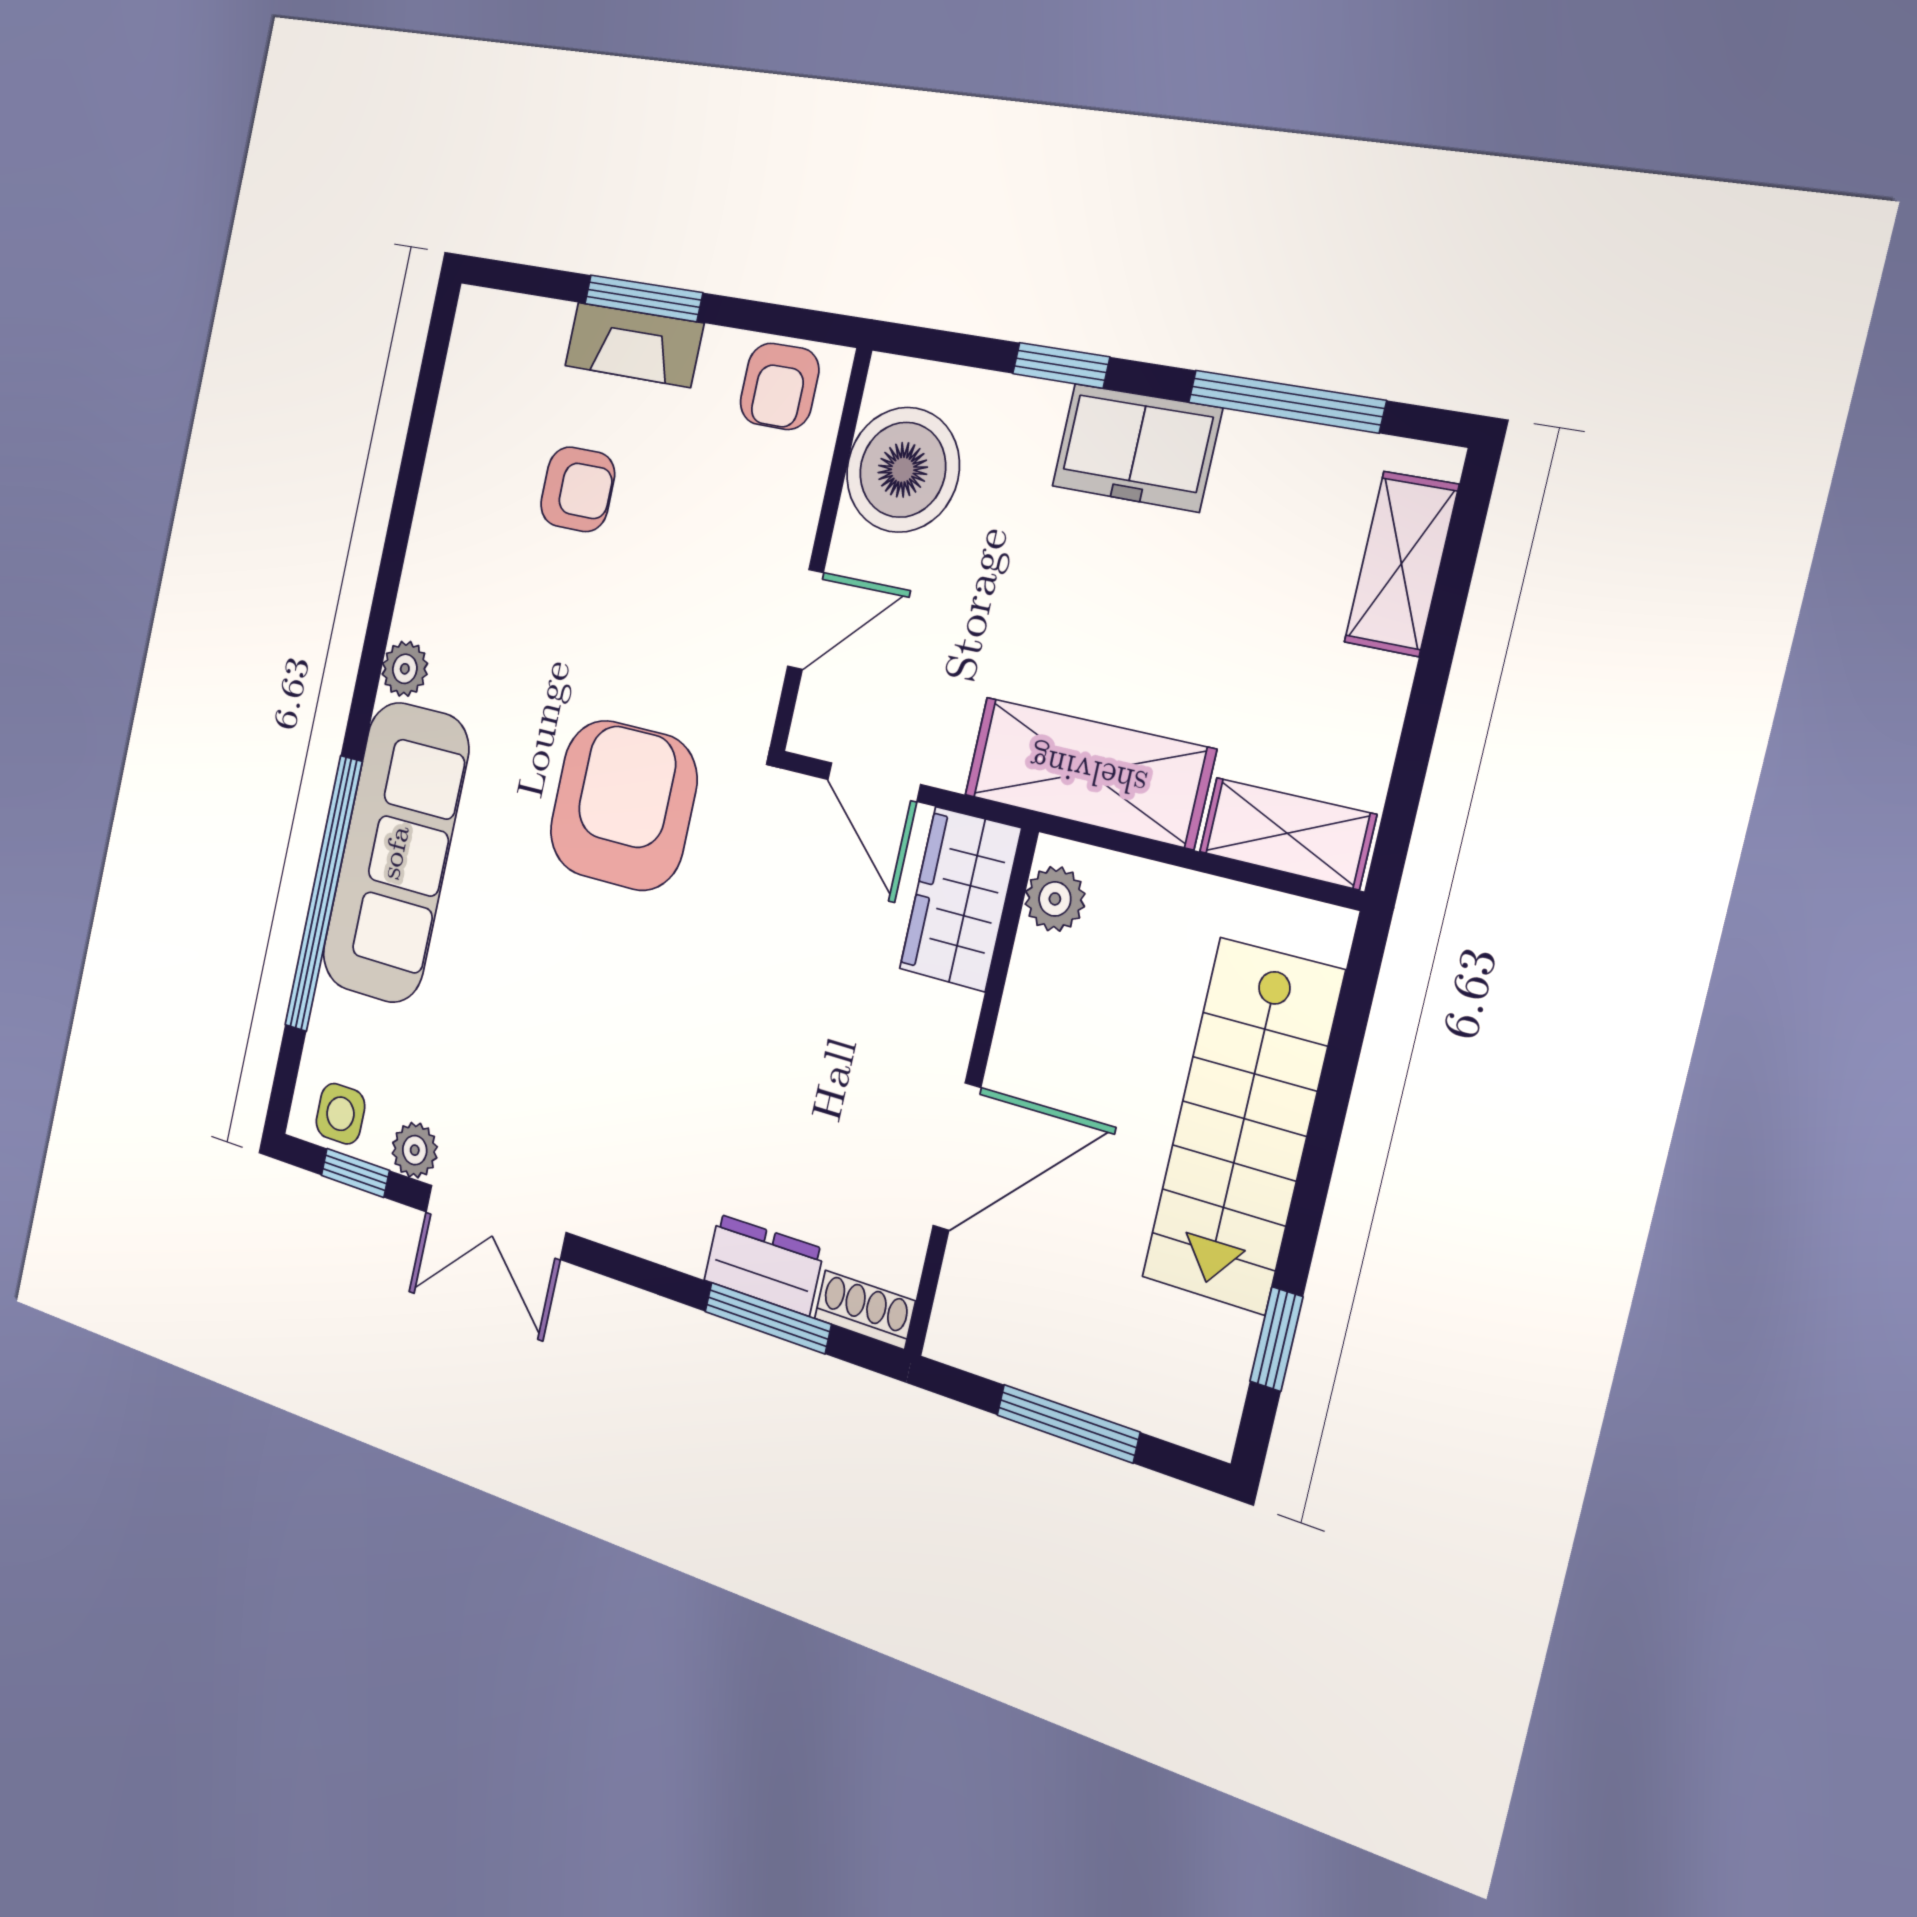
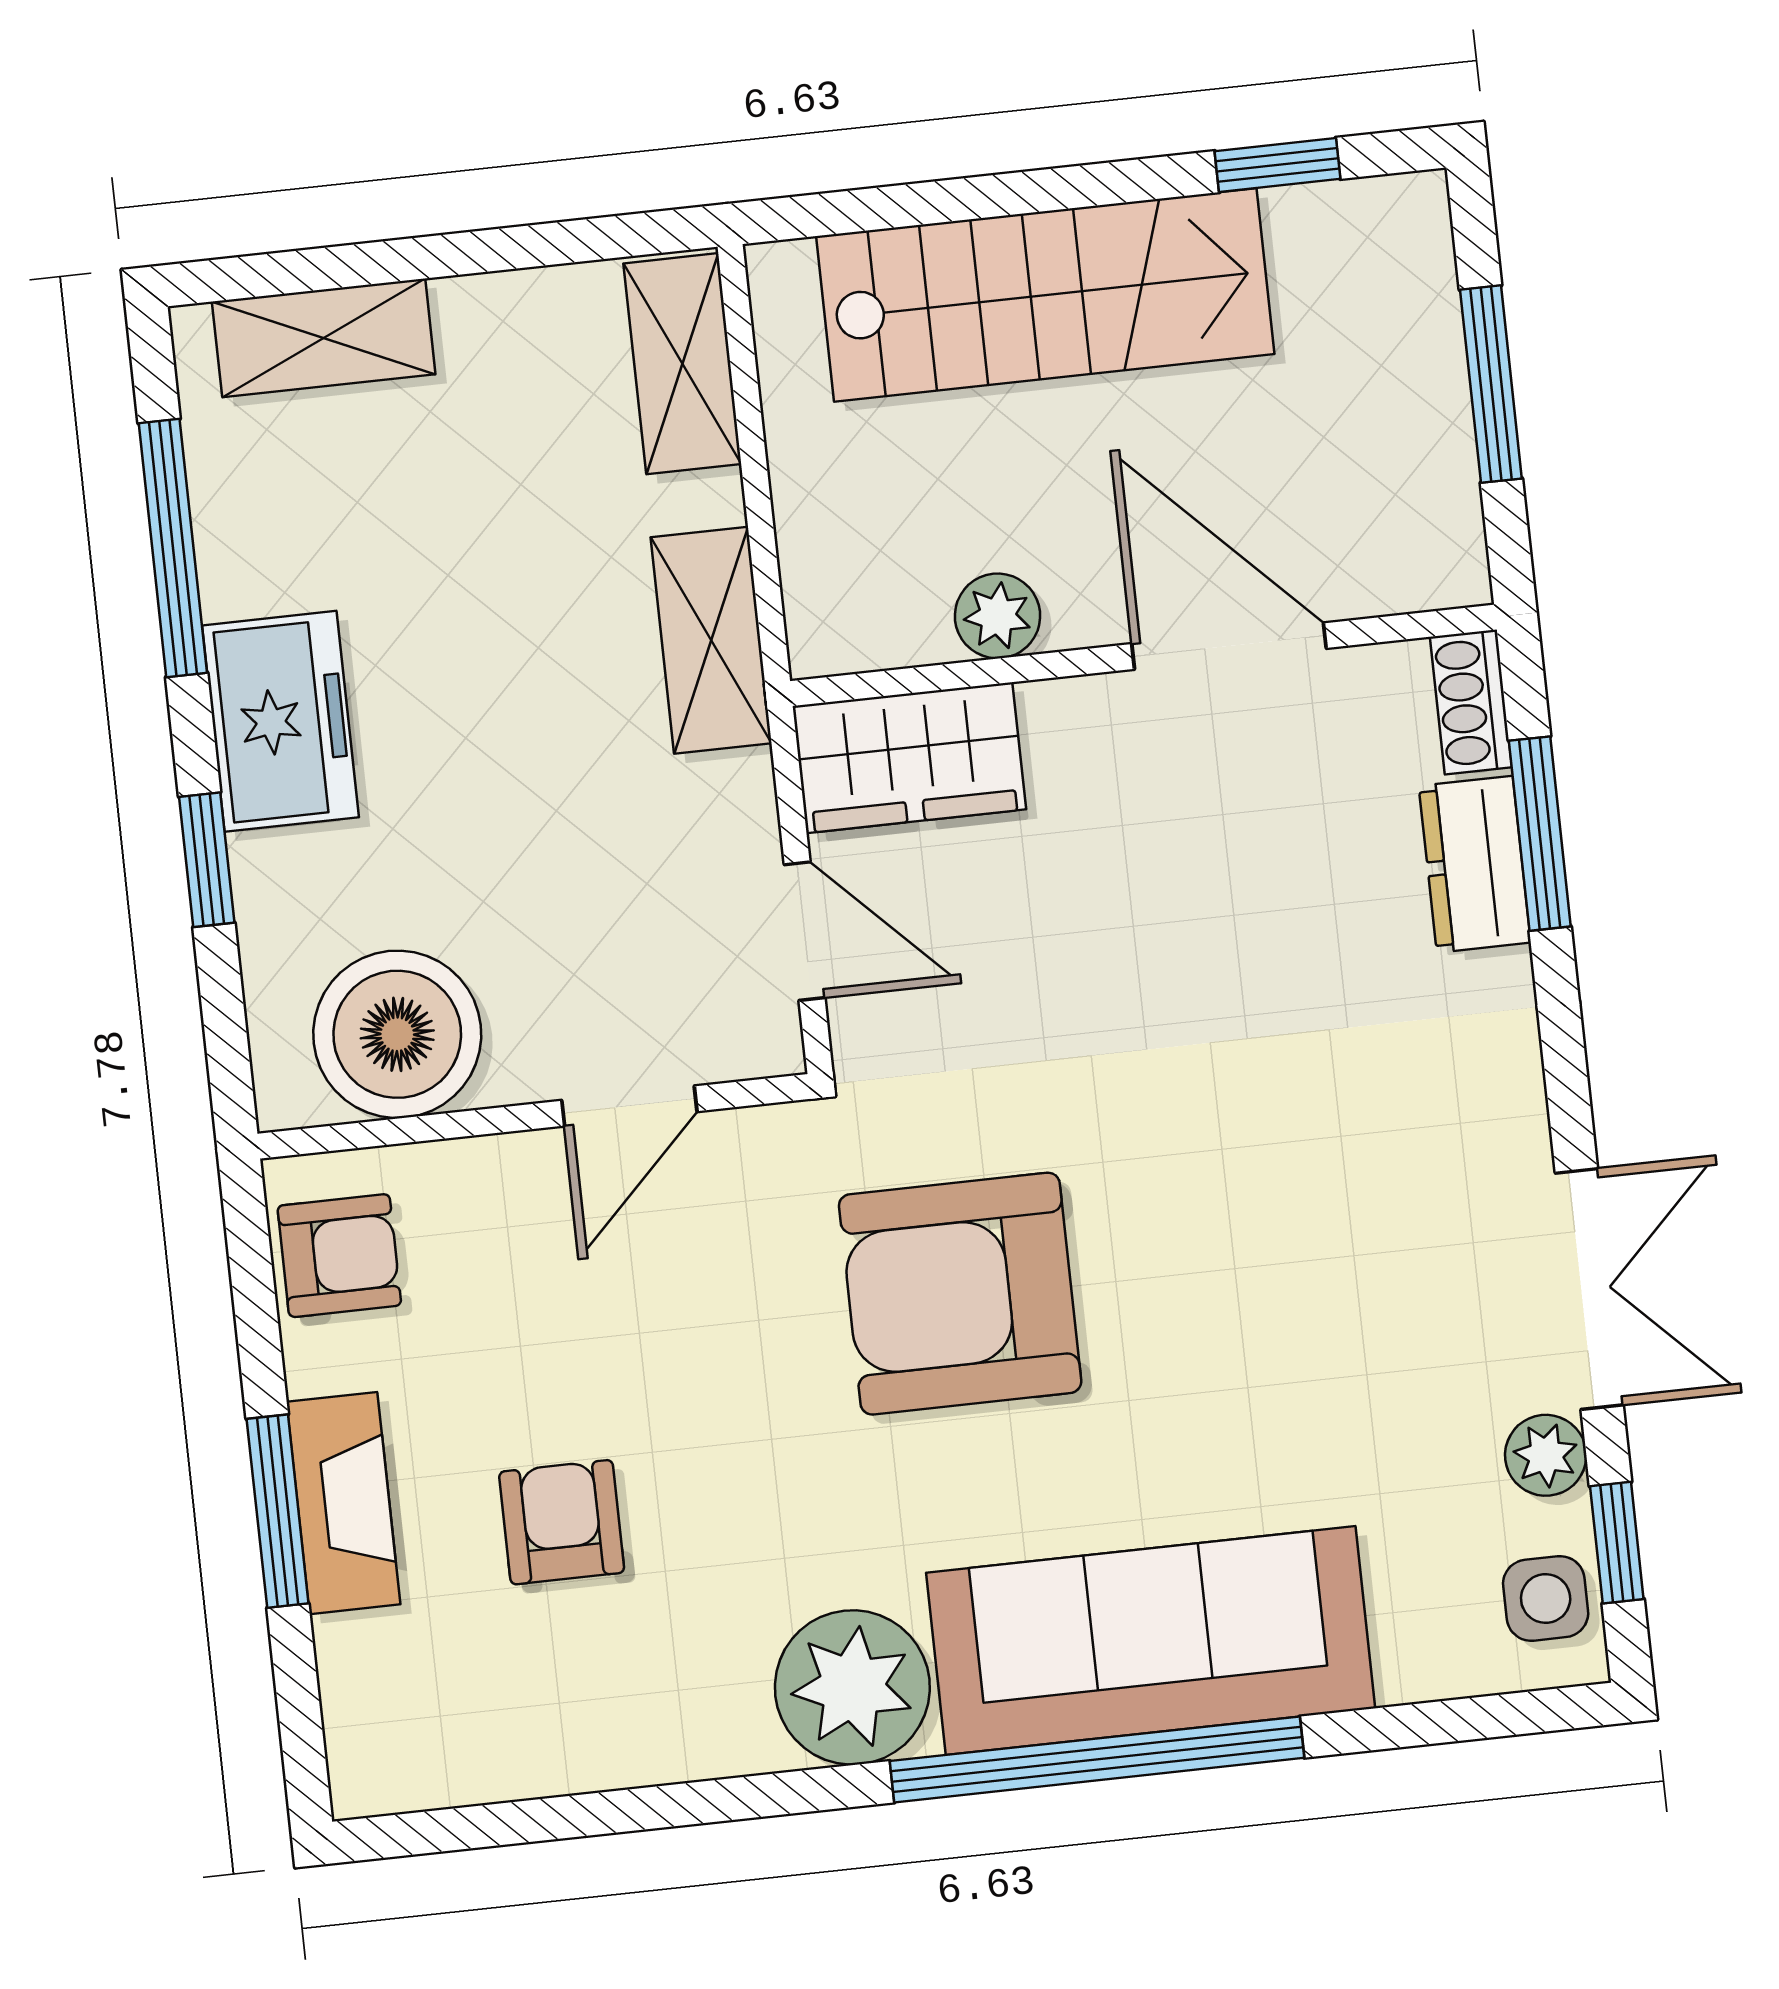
door: (806, 620) -> (629, 1106), swing flipped
plant: (405, 669) -> (852, 1687), width x1.87, depth x1.87
shelving: (1088, 772) -> (711, 640), width x0.67, depth x0.75
door: (874, 782) -> (805, 931), hinge flipped
window: (324, 894) -> (1097, 1759), moved
plant: (1055, 899) -> (997, 616), moved

